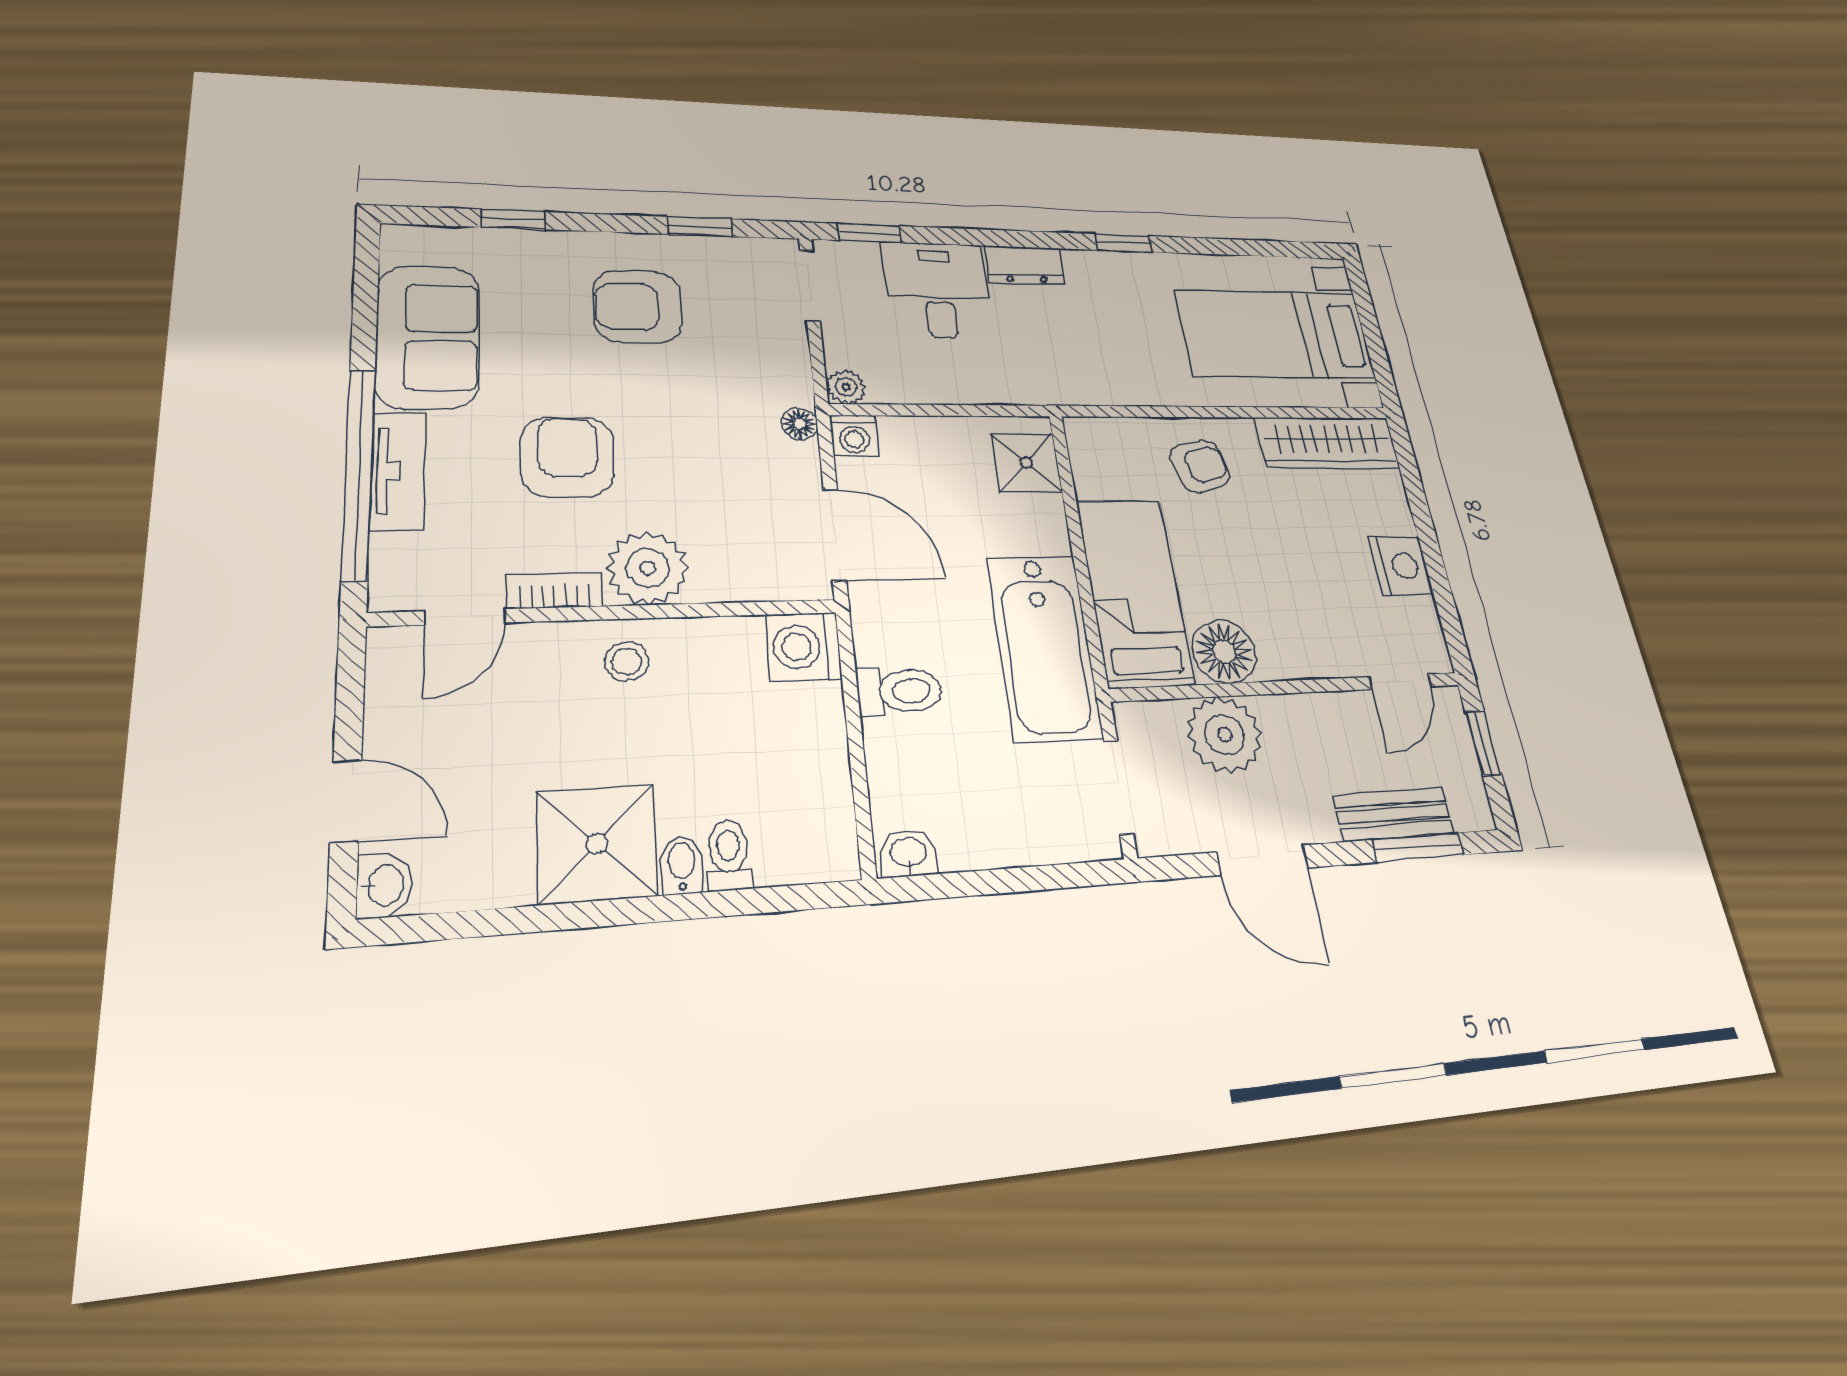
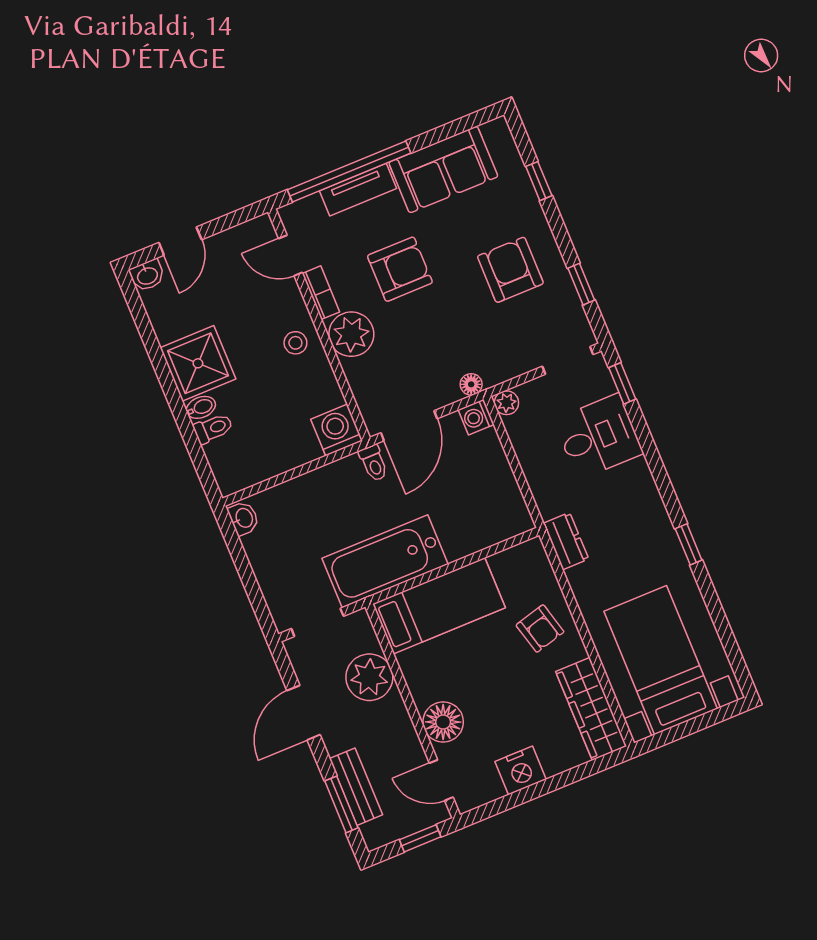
dresser: (1025, 265) -> (566, 541), moved, turned 180
shower: (1026, 463) -> (499, 522), removed
floor lamp: (1224, 652) -> (443, 722), moved
toilet: (899, 691) -> (374, 463), moved, width x0.73, depth x0.72

